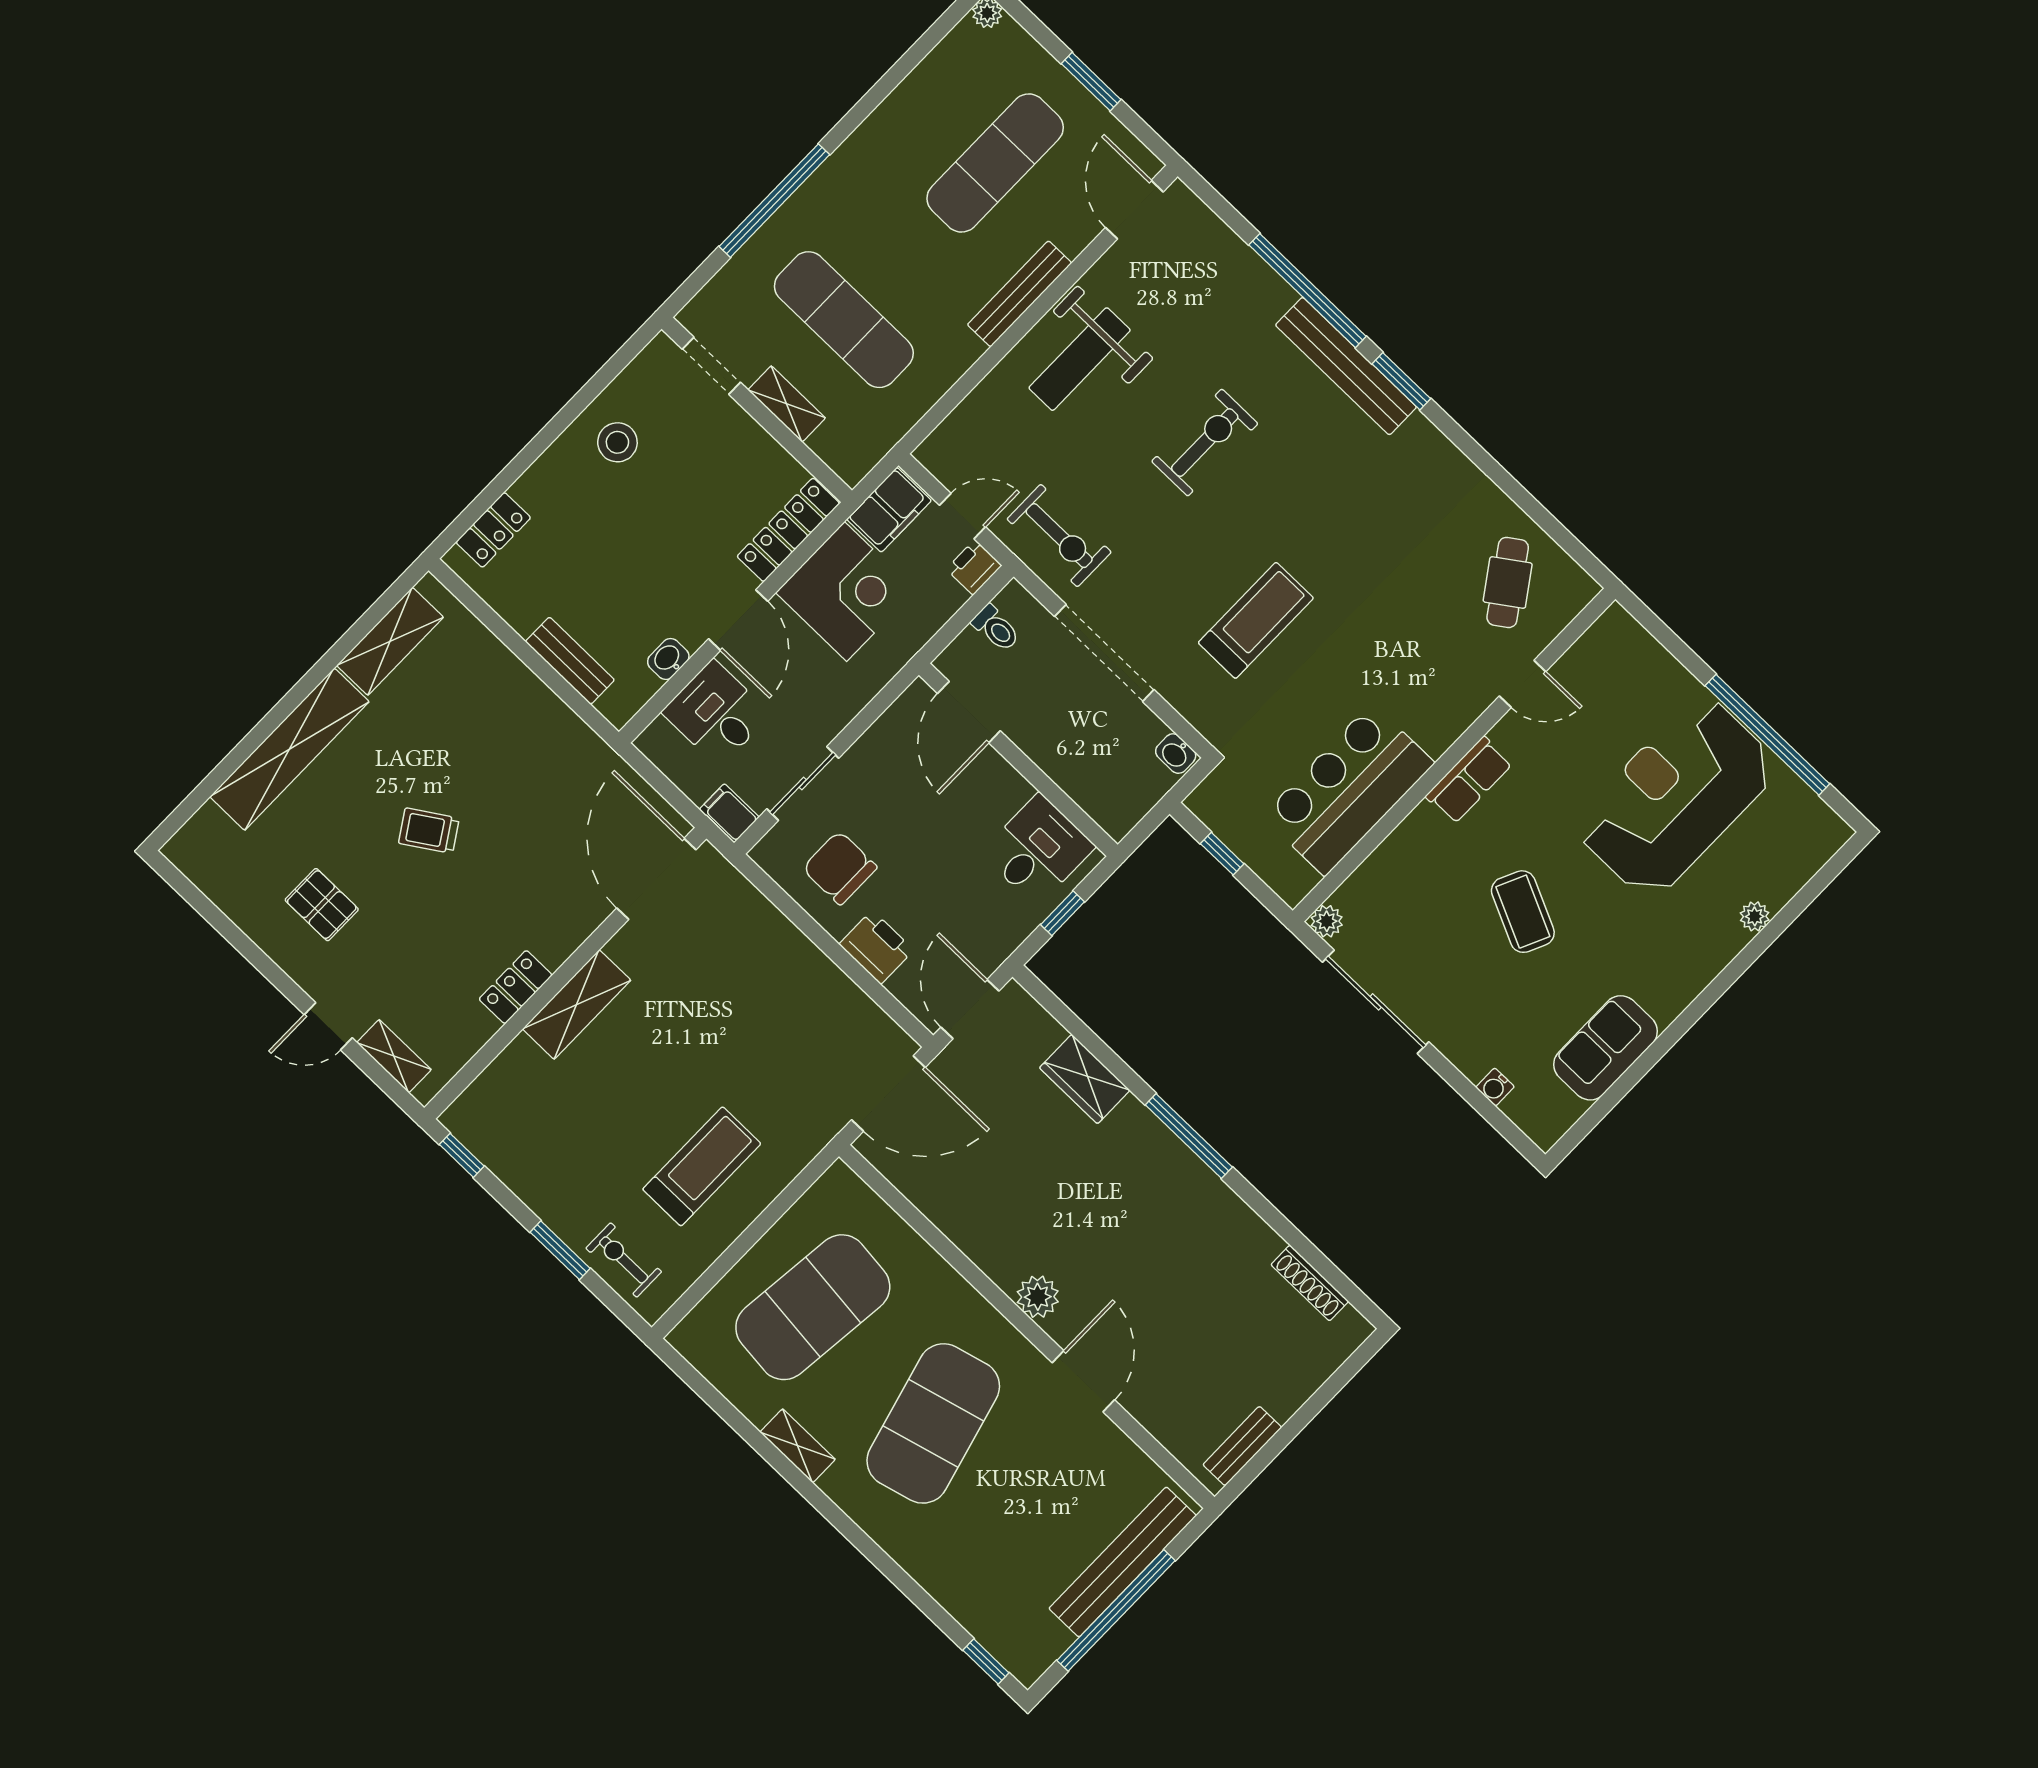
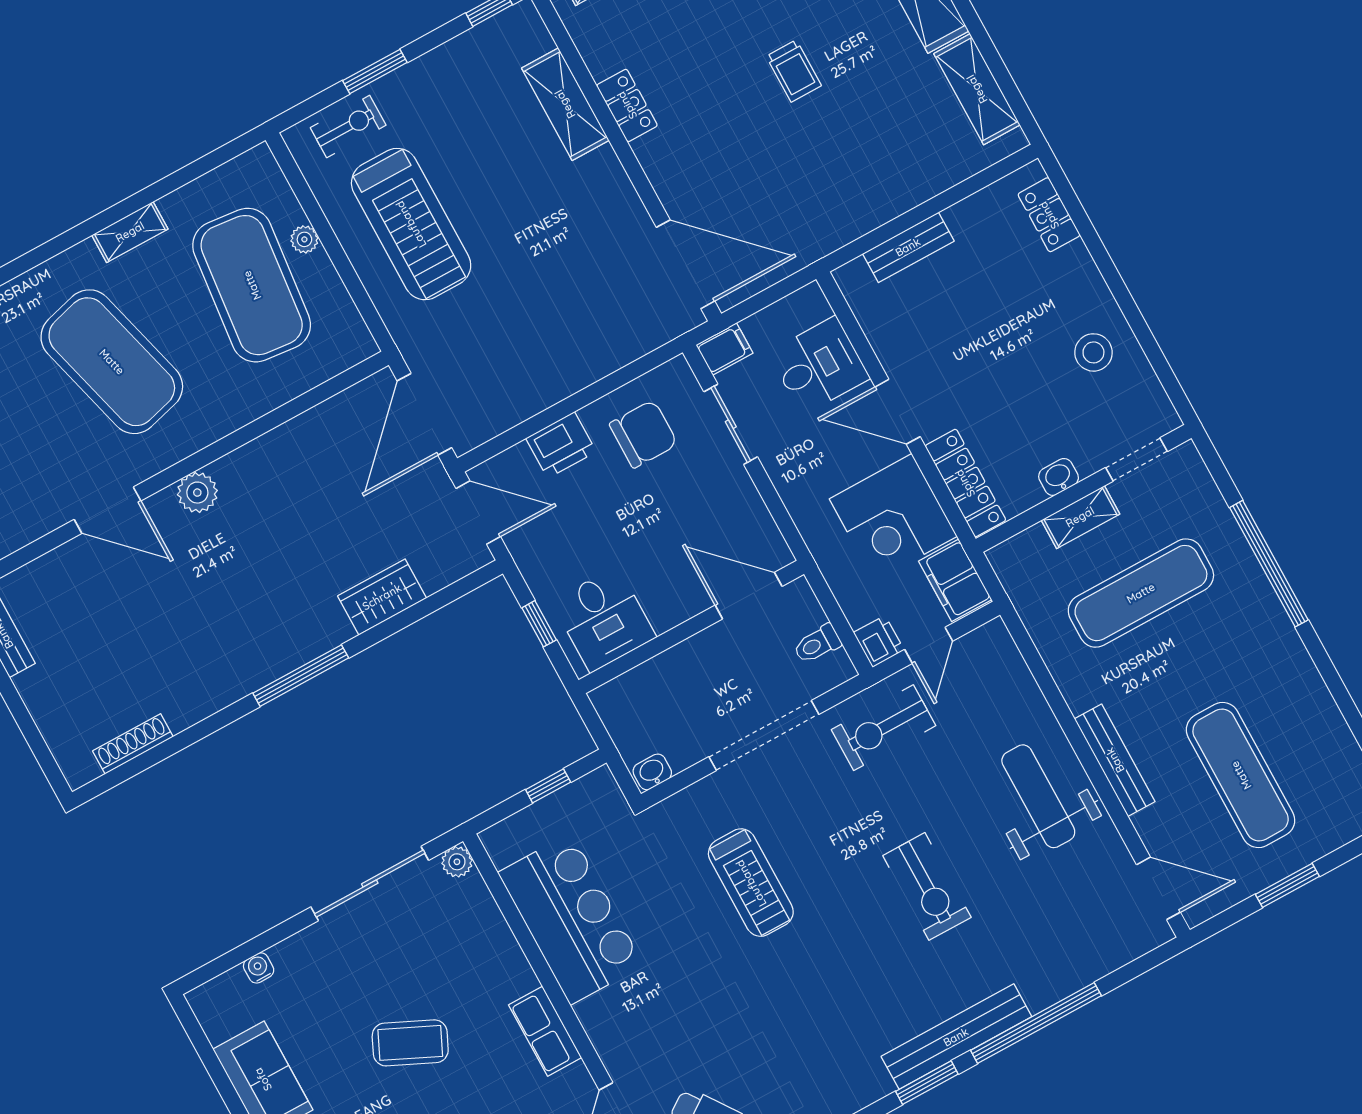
washbasin: (668, 659) -> (1059, 477), moved, turned -90
trolley: (429, 831) -> (794, 71), turned 123
shelving: (577, 1005) -> (565, 104), moved
treadmill: (702, 1166) -> (411, 224), width x1.37, depth x1.38
plant: (750, 1269) -> (304, 239), added

